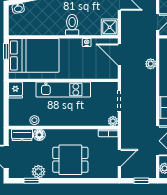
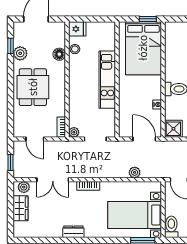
door: (119, 55) -> (144, 139), hinge flipped
fridge: (15, 90) -> (77, 29), moved, turned 180
dresser: (22, 135) -> (59, 36), removed

